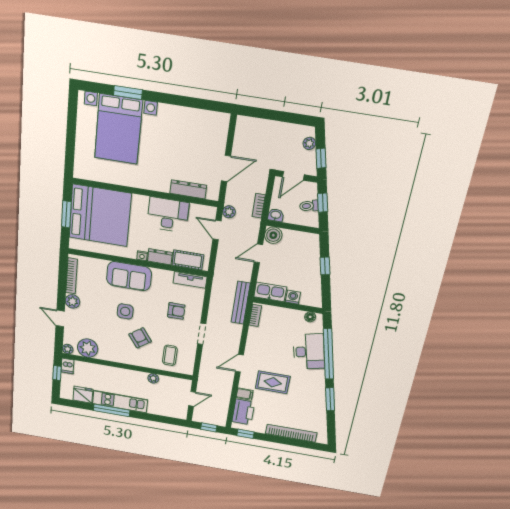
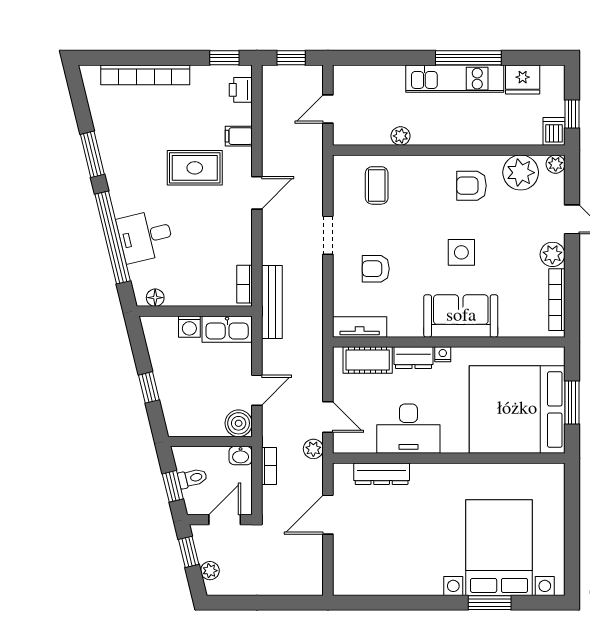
armchair: (140, 338) -> (471, 186), moved, turned 126
desk: (309, 352) -> (145, 236), width x0.73
printer: (243, 412) -> (241, 90), width x0.53, depth x0.68

